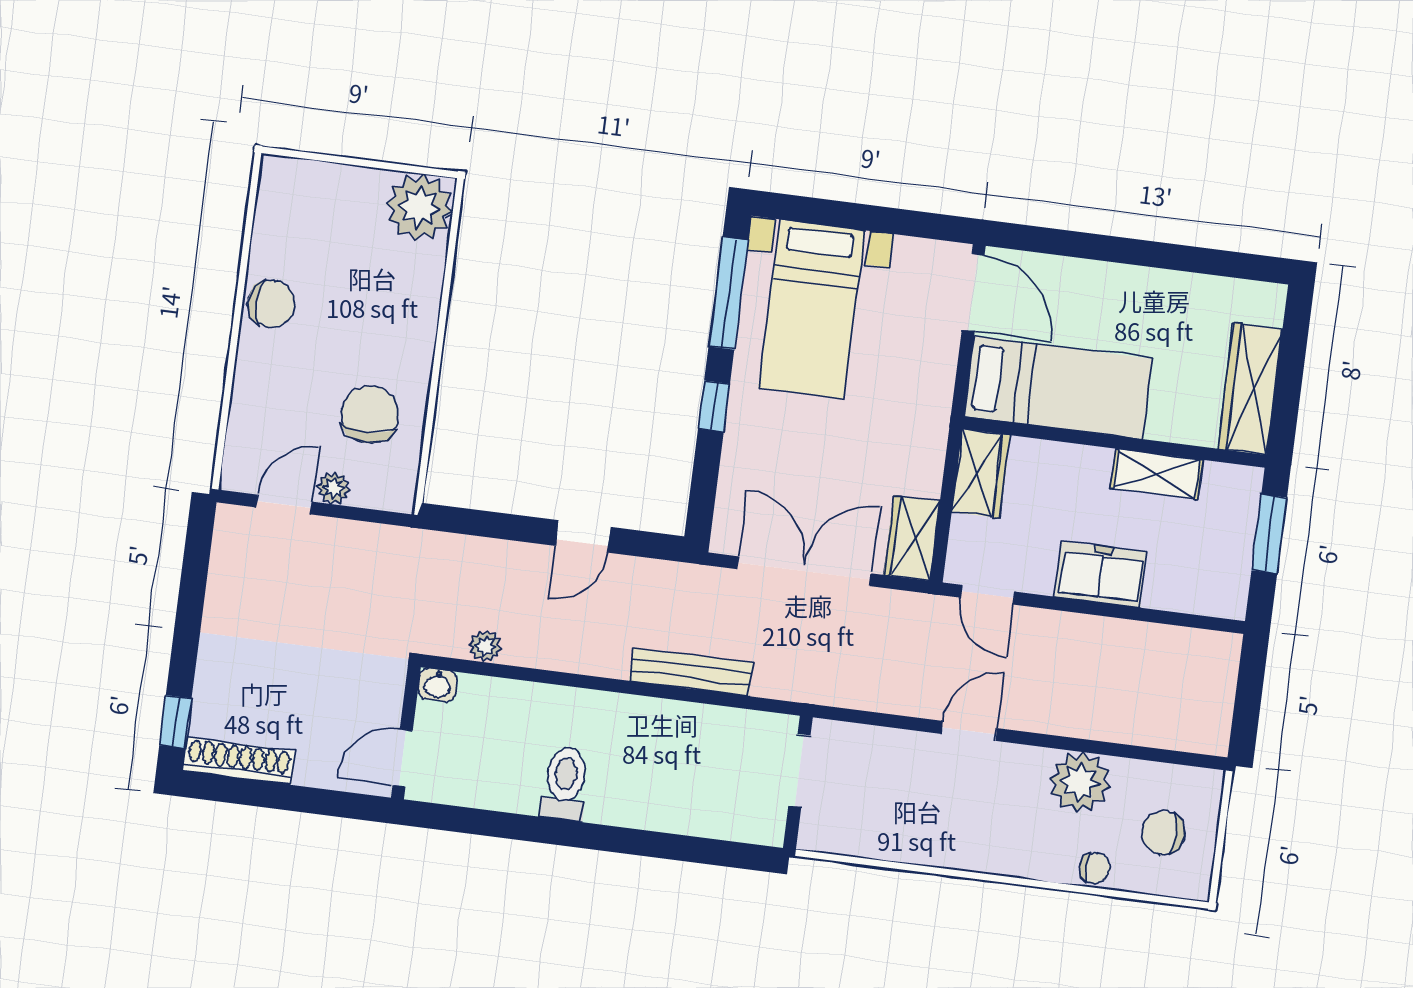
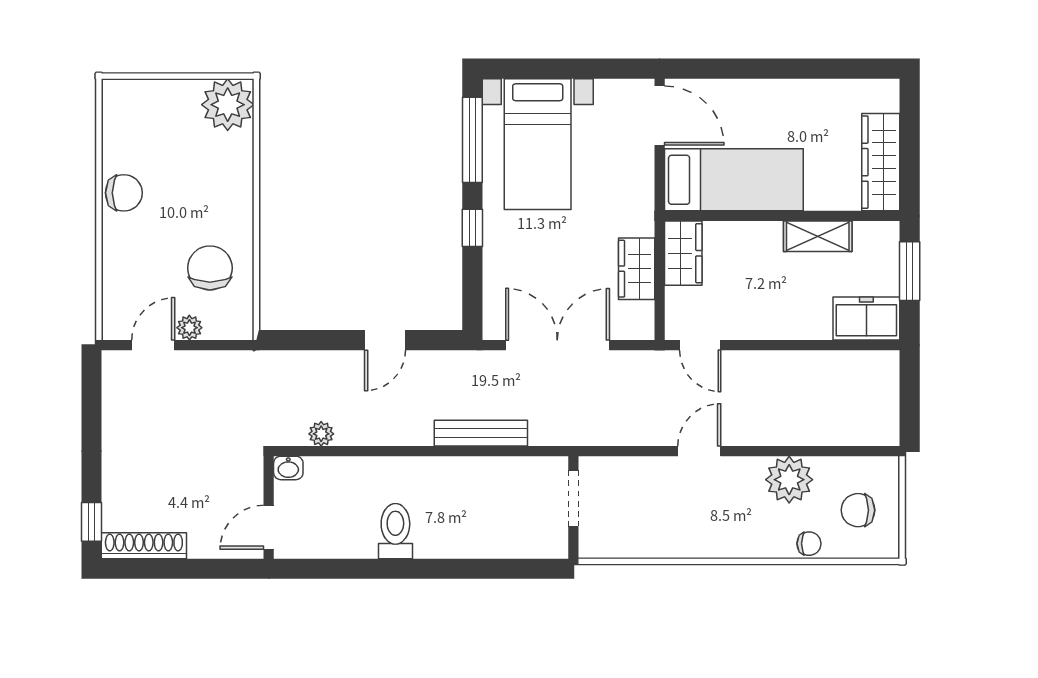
wardrobe: (912, 538) -> (637, 269), moved
freezer: (1101, 574) -> (866, 319), moved

